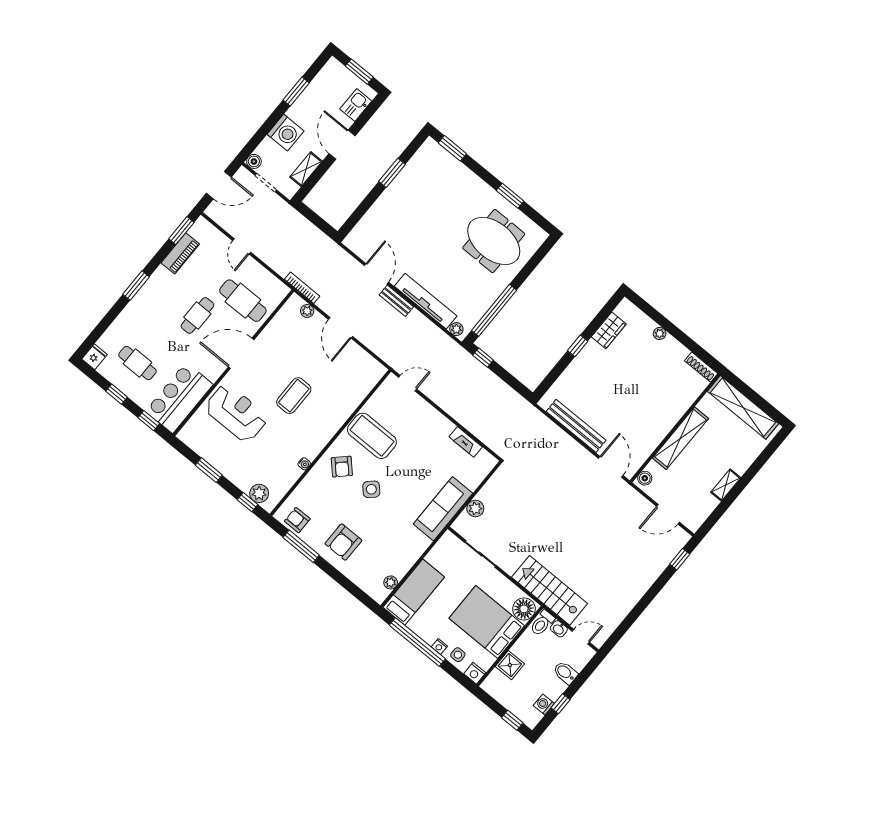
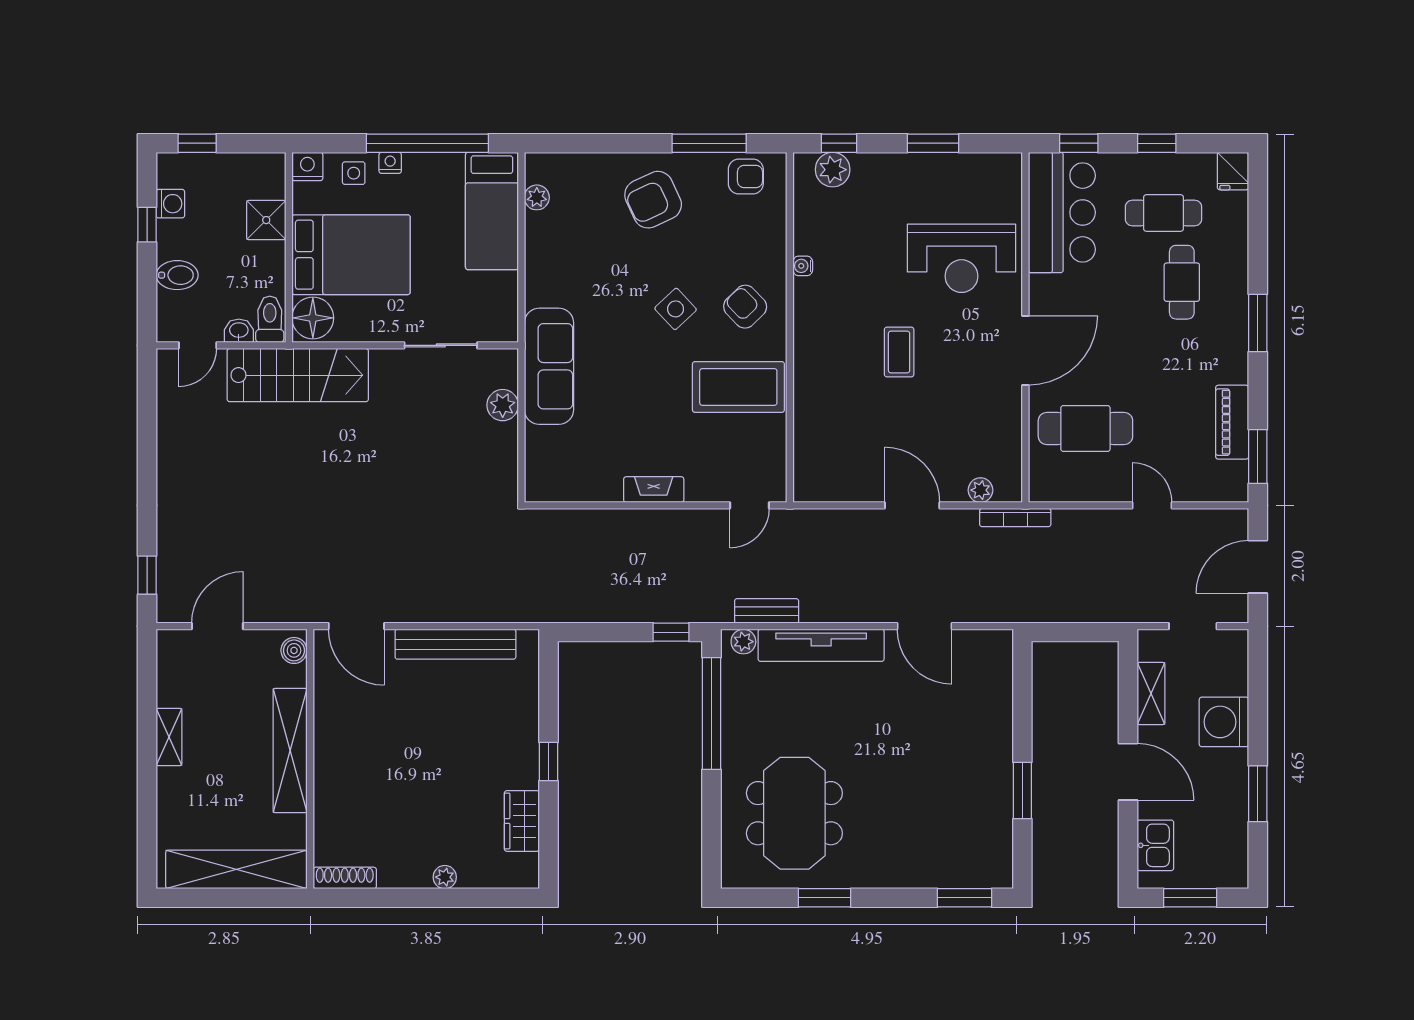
boiler: (254, 161) -> (1235, 643), removed
meeting table: (494, 241) -> (794, 813), turned 90
bench: (396, 301) -> (767, 611), moved
cafe table: (197, 315) -> (1182, 282), moved
coffee table: (294, 396) -> (899, 352), width x0.73, depth x0.77
fireplace: (466, 442) -> (654, 490), moved
armchair: (343, 542) -> (653, 200), turned -115

